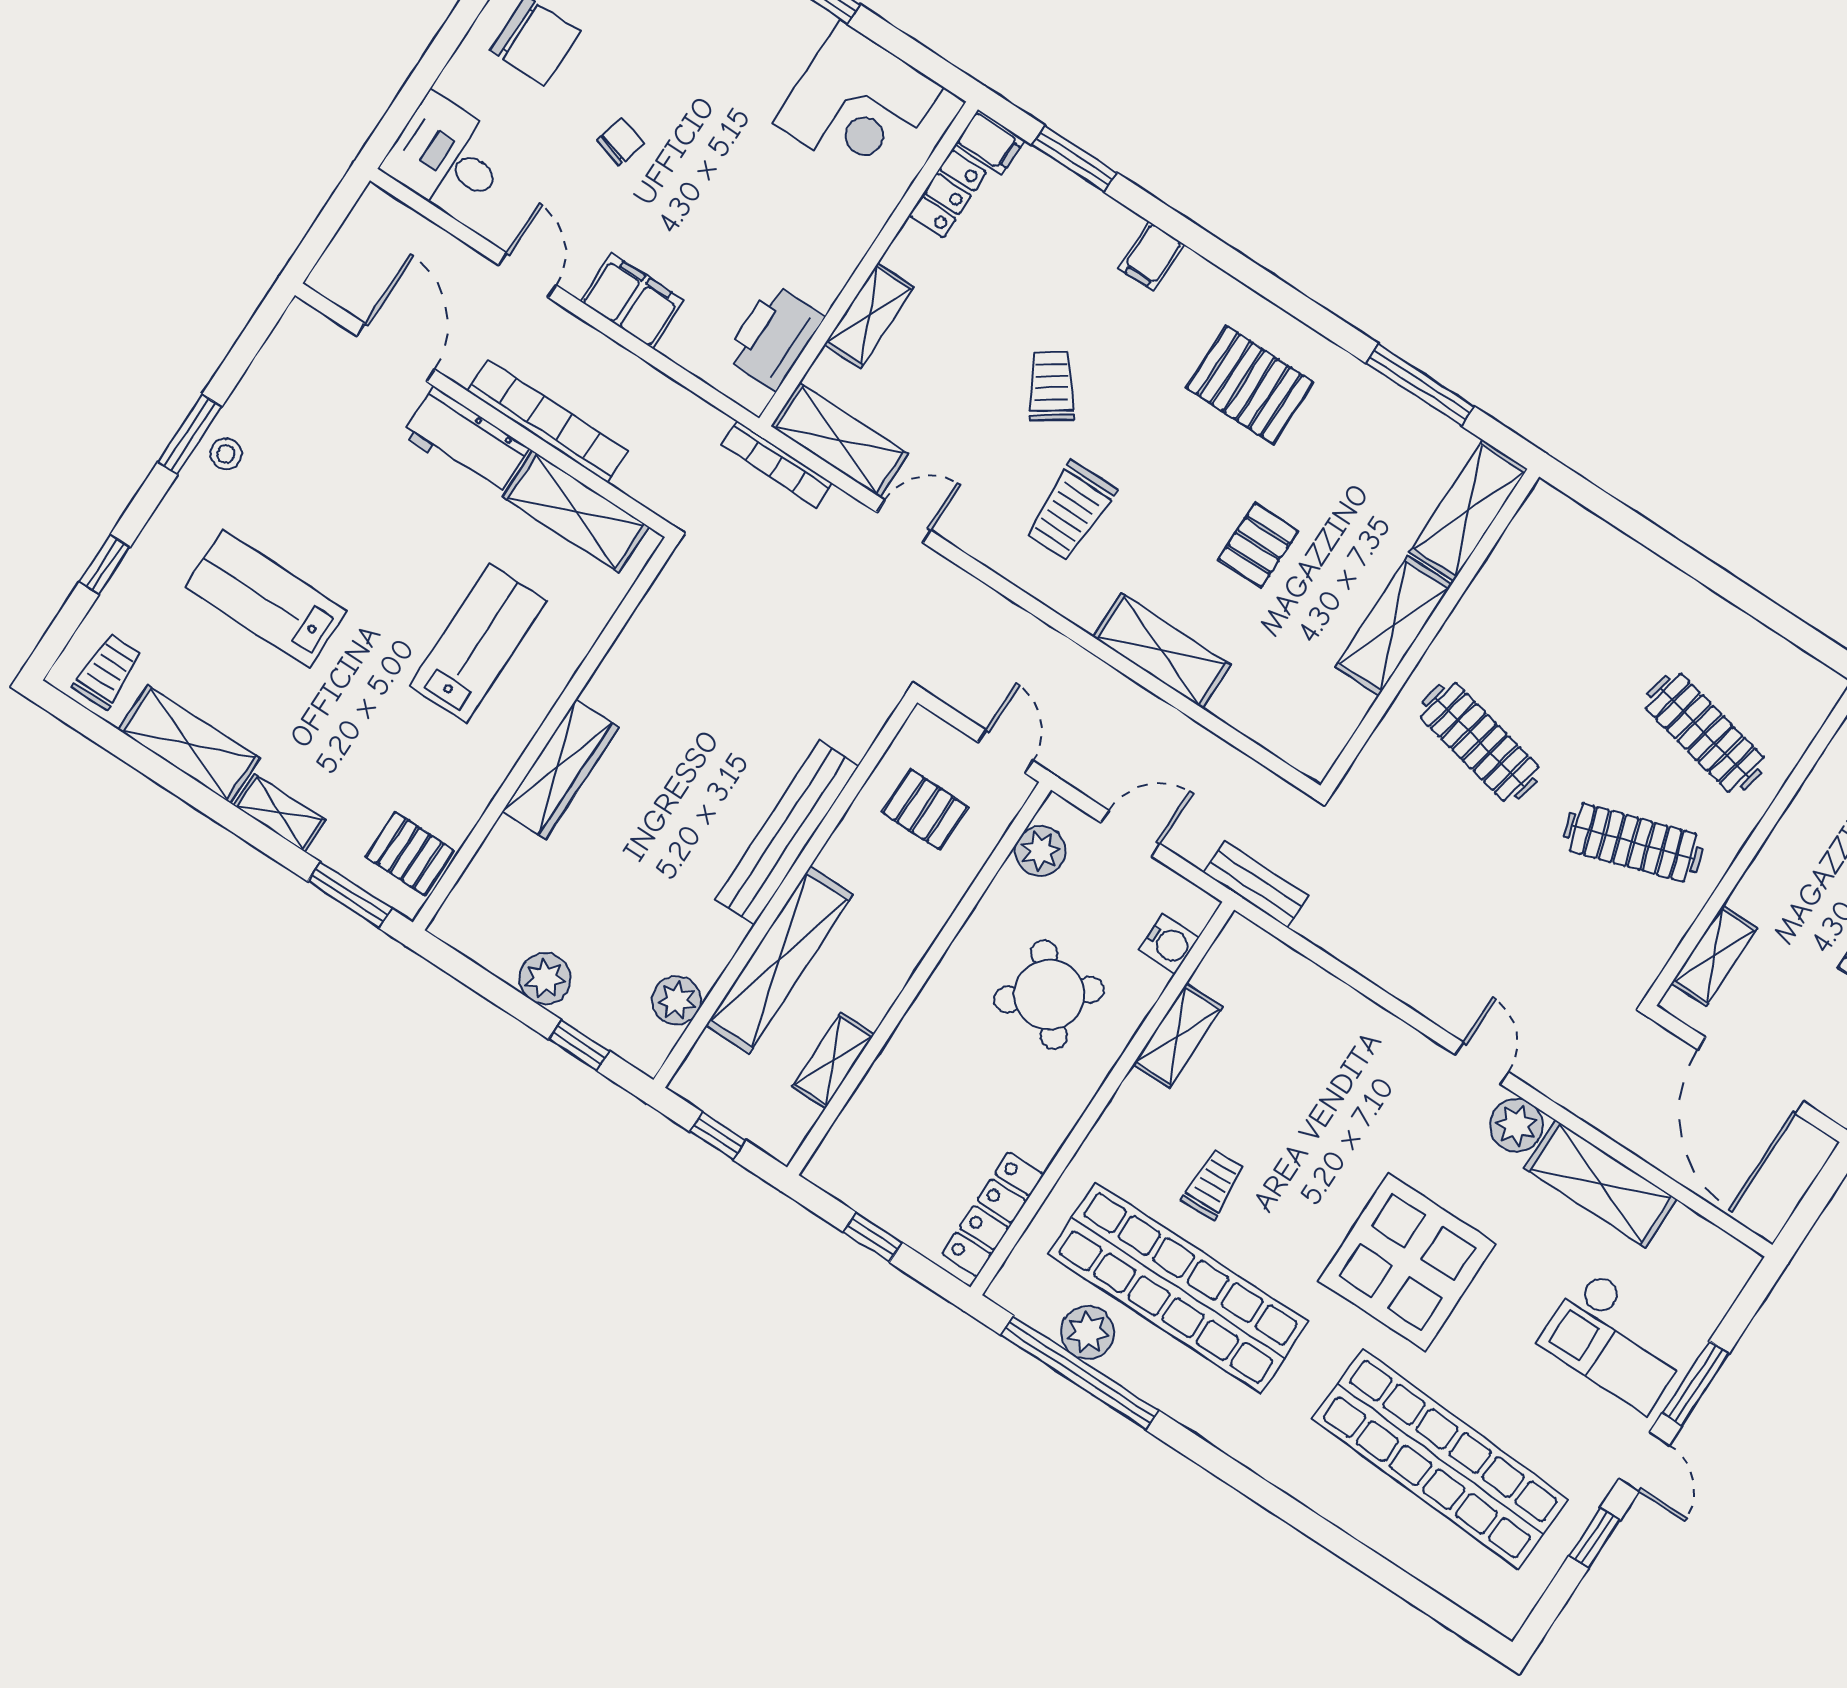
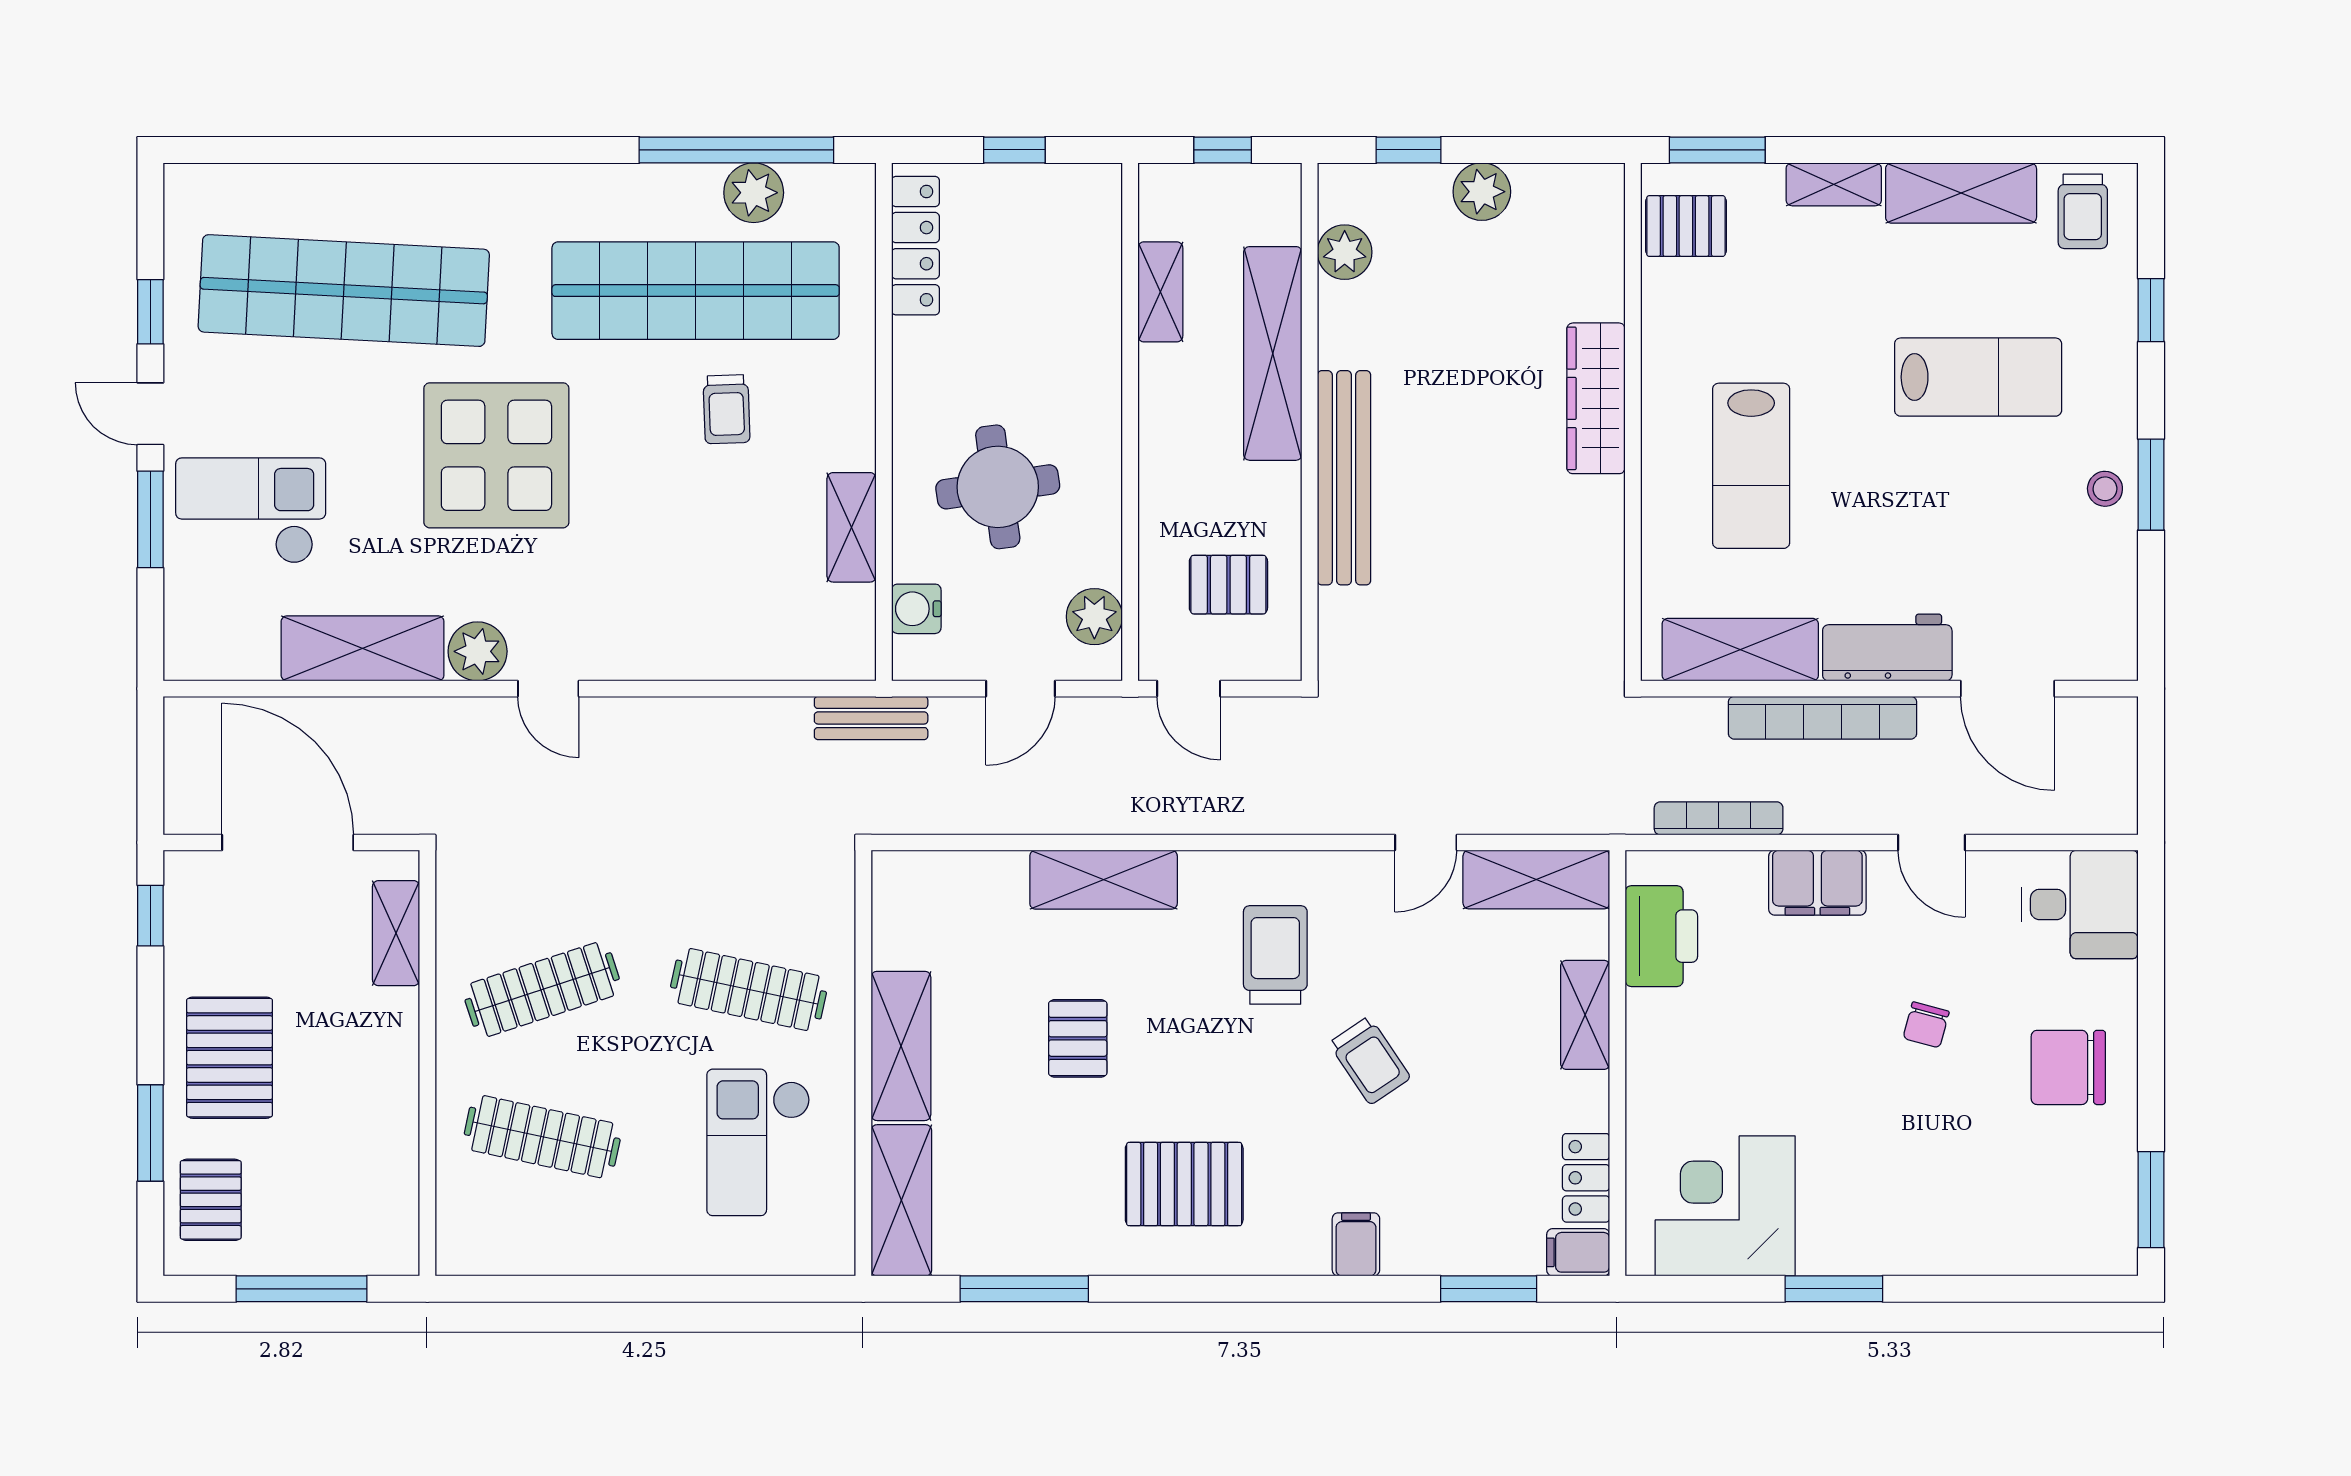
bookcase: (777, 464) -> (1719, 818), moved
checkout: (1547, 623) -> (758, 1142), added
round table: (1049, 995) -> (998, 487), turned 32

